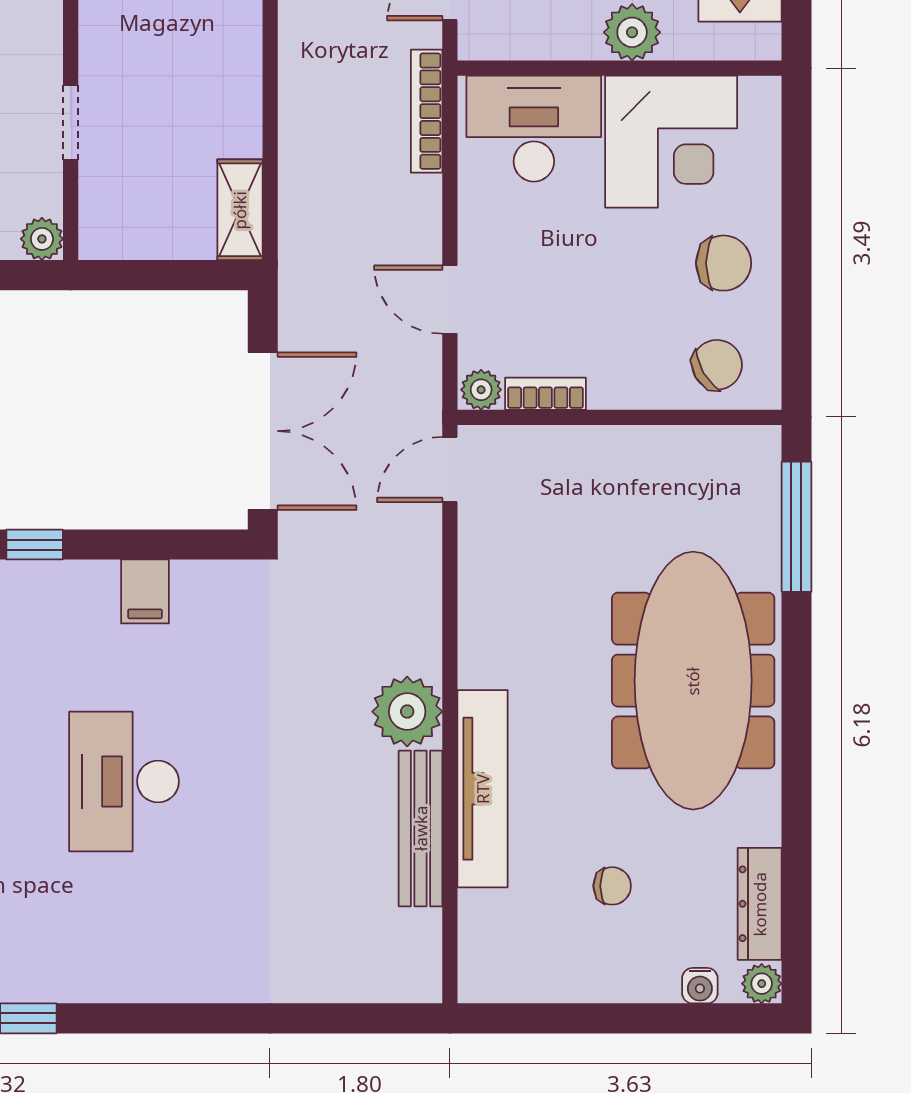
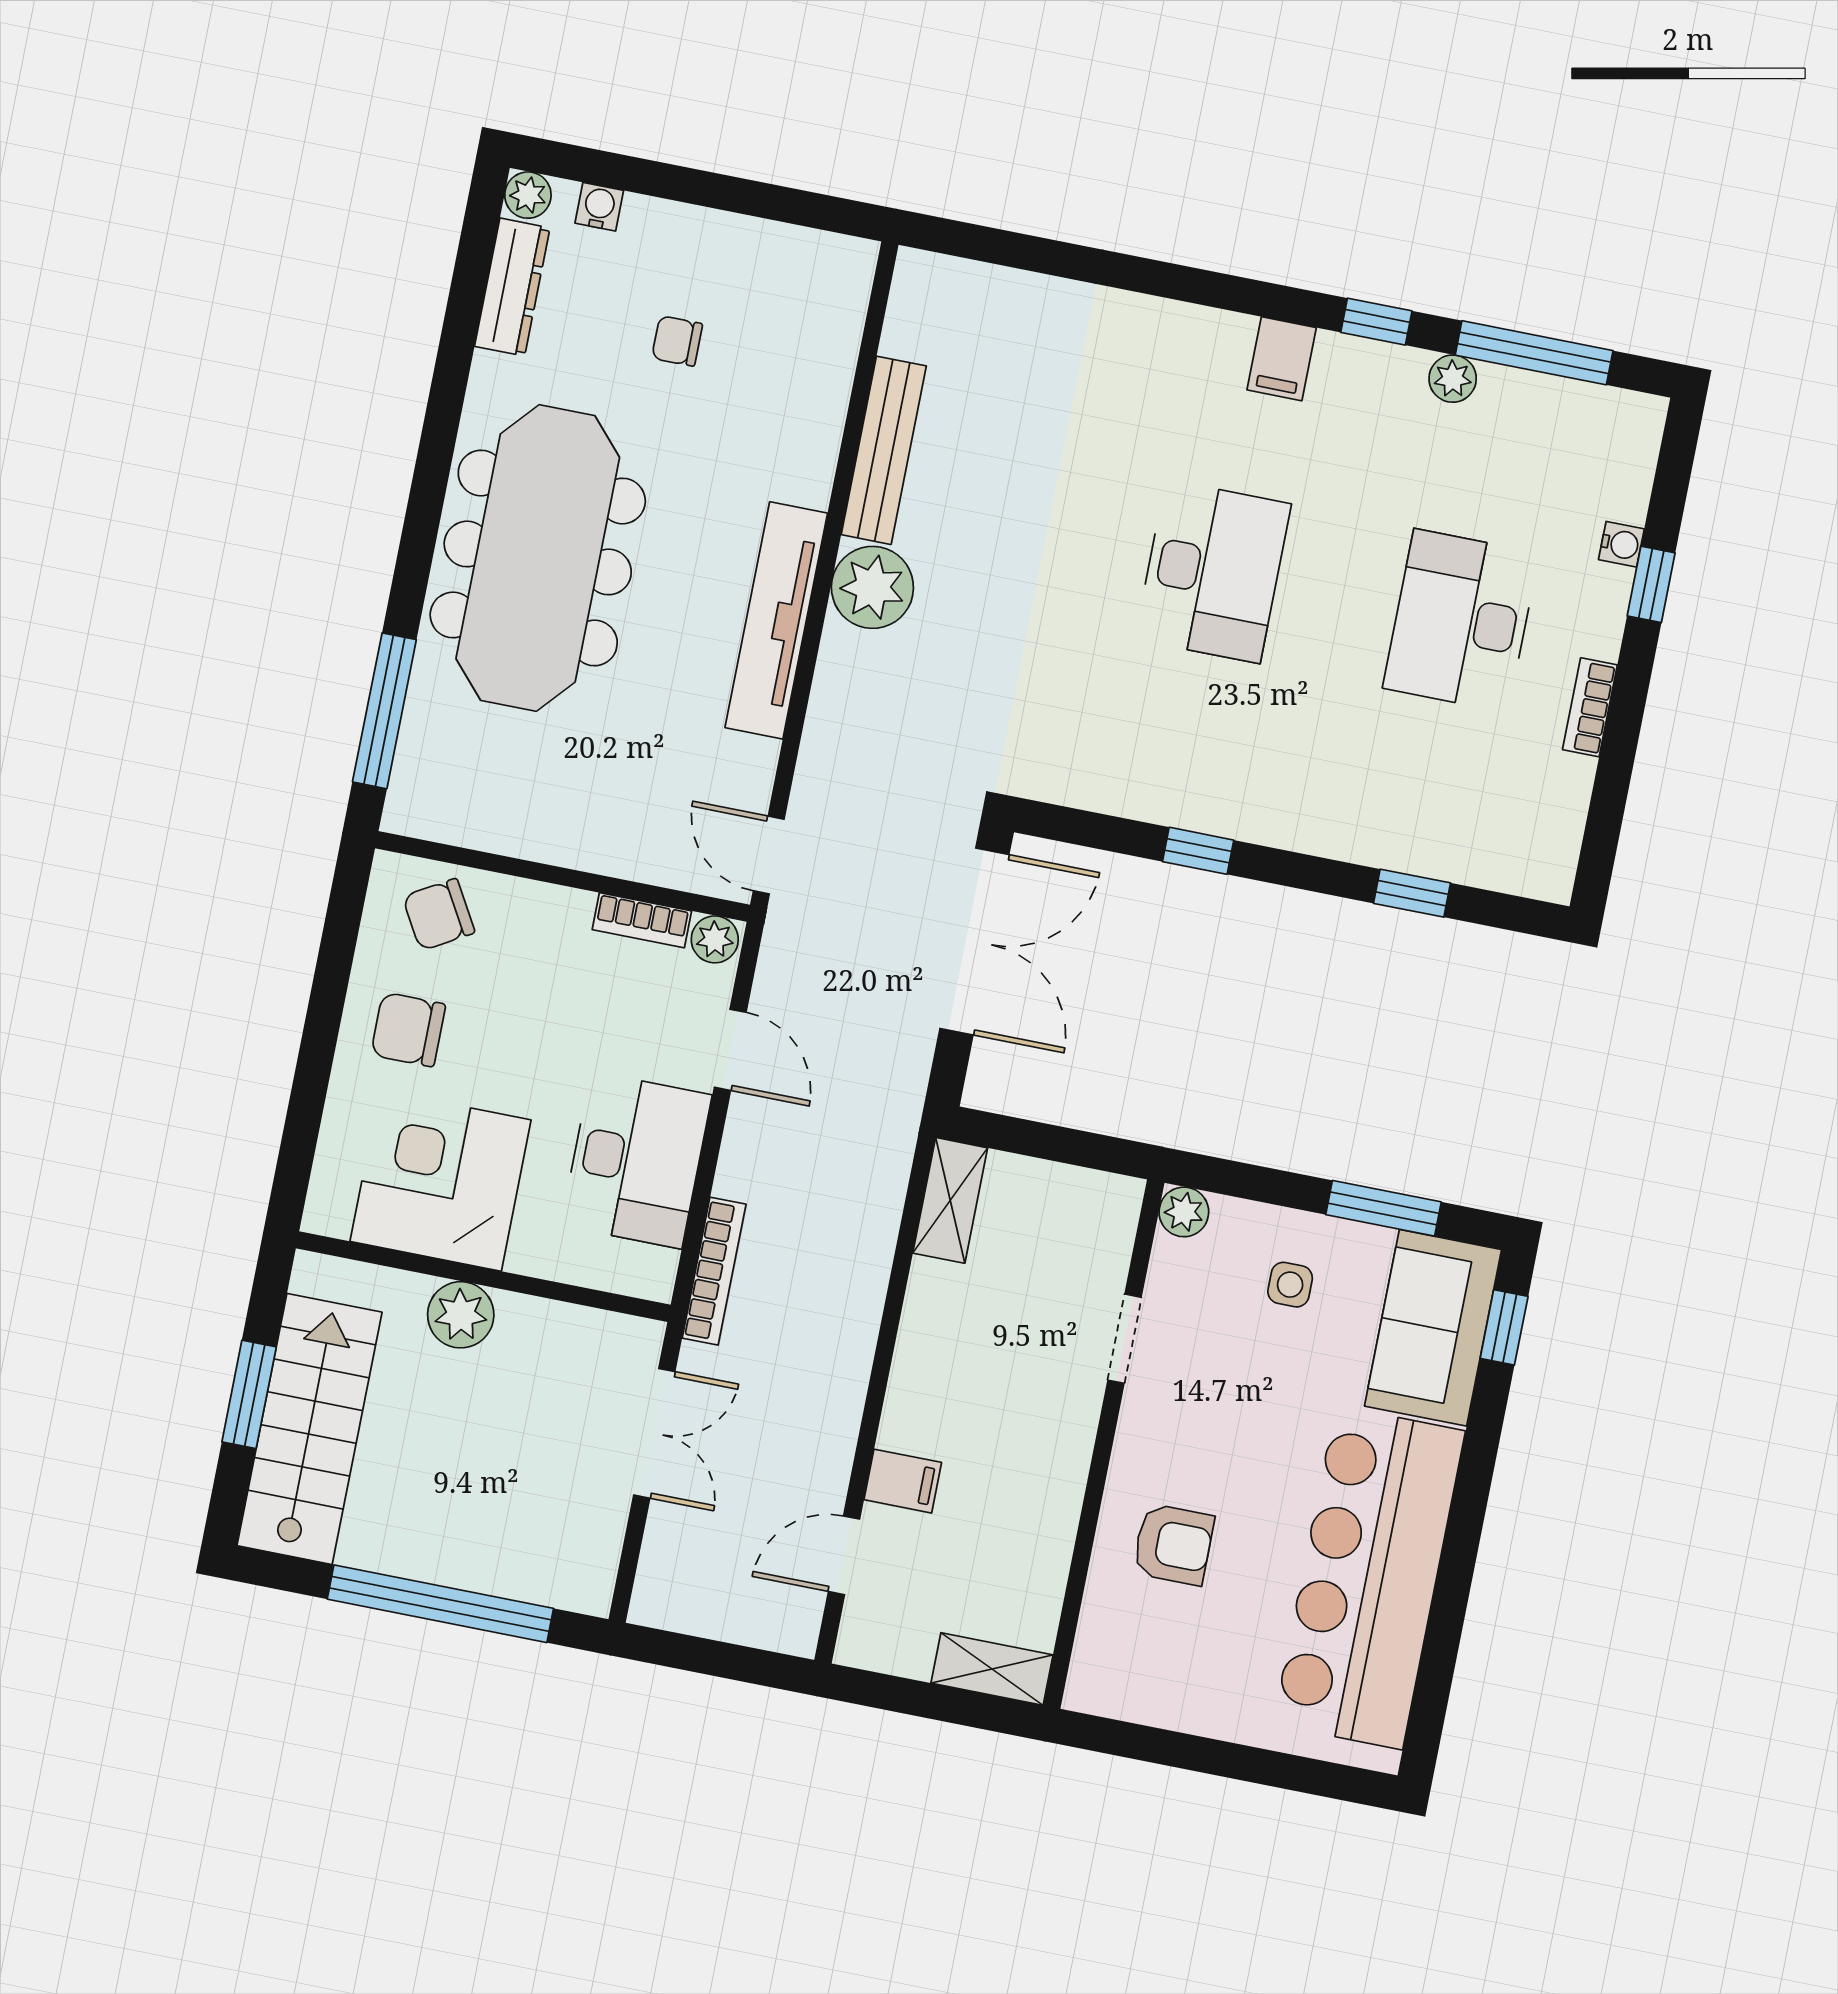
desk: (534, 129) -> (636, 1160), moved, turned -90
double door: (263, 431) -> (974, 941), swing flipped
door: (450, 470) -> (769, 855), swing flipped
window: (35, 545) -> (1198, 851), moved
filing cabinet: (145, 591) -> (1282, 359), moved, turned 180
tv unit: (483, 789) -> (776, 620), moved

